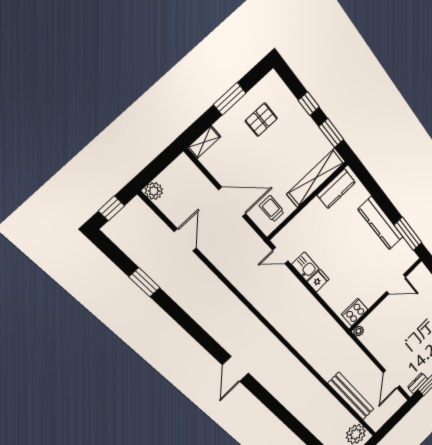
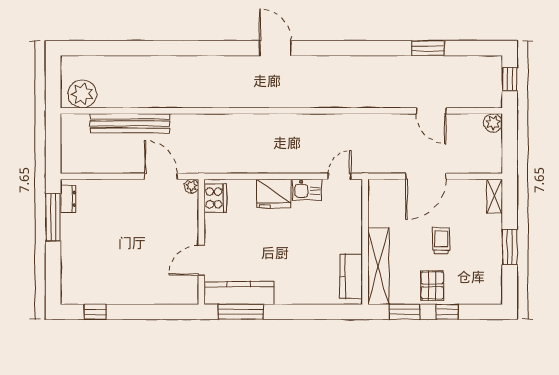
pallet: (261, 120) -> (432, 285), moved
trolley: (272, 209) -> (441, 241), moved, turned -90
kitchen counter: (381, 223) -> (239, 293), moved
fridge: (318, 281) -> (274, 194), width x1.88, depth x1.34
door: (391, 379) -> (161, 176), moved

